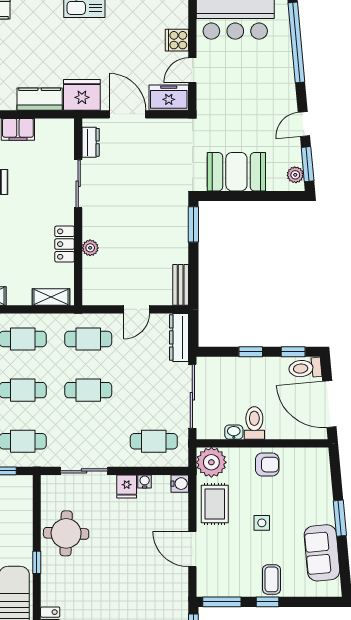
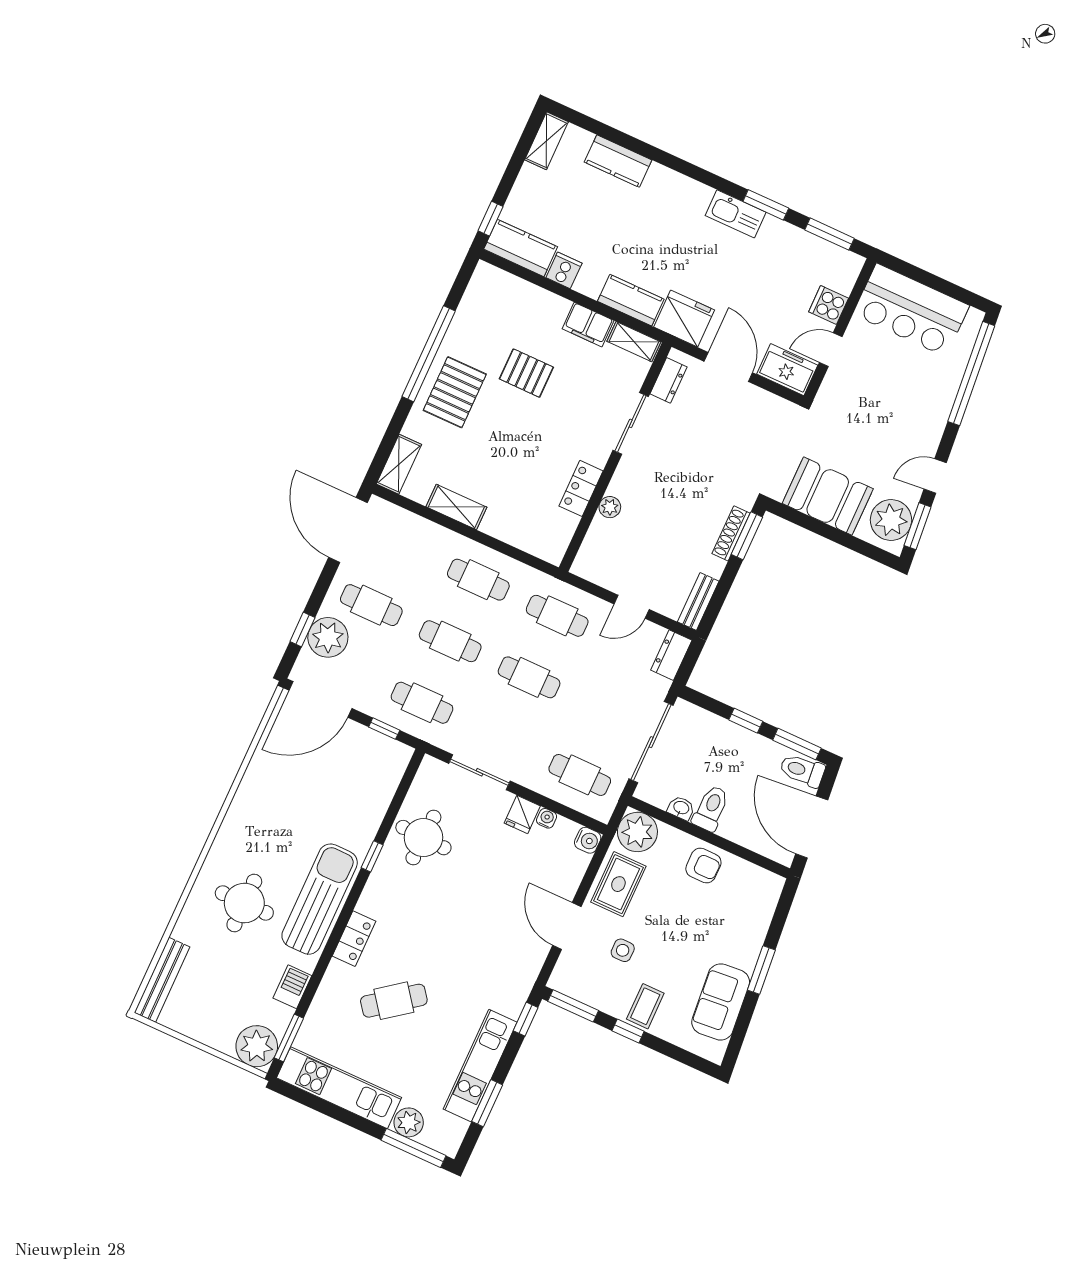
plant: (295, 175) -> (891, 520), width x1.88, depth x1.88
shoe rack: (182, 228) -> (731, 533), added
shelving: (51, 297) -> (634, 342), moved
dresser: (179, 337) -> (671, 655), width x0.70
window: (293, 352) -> (797, 744), width x1.50
side table: (262, 523) -> (623, 950), moved

